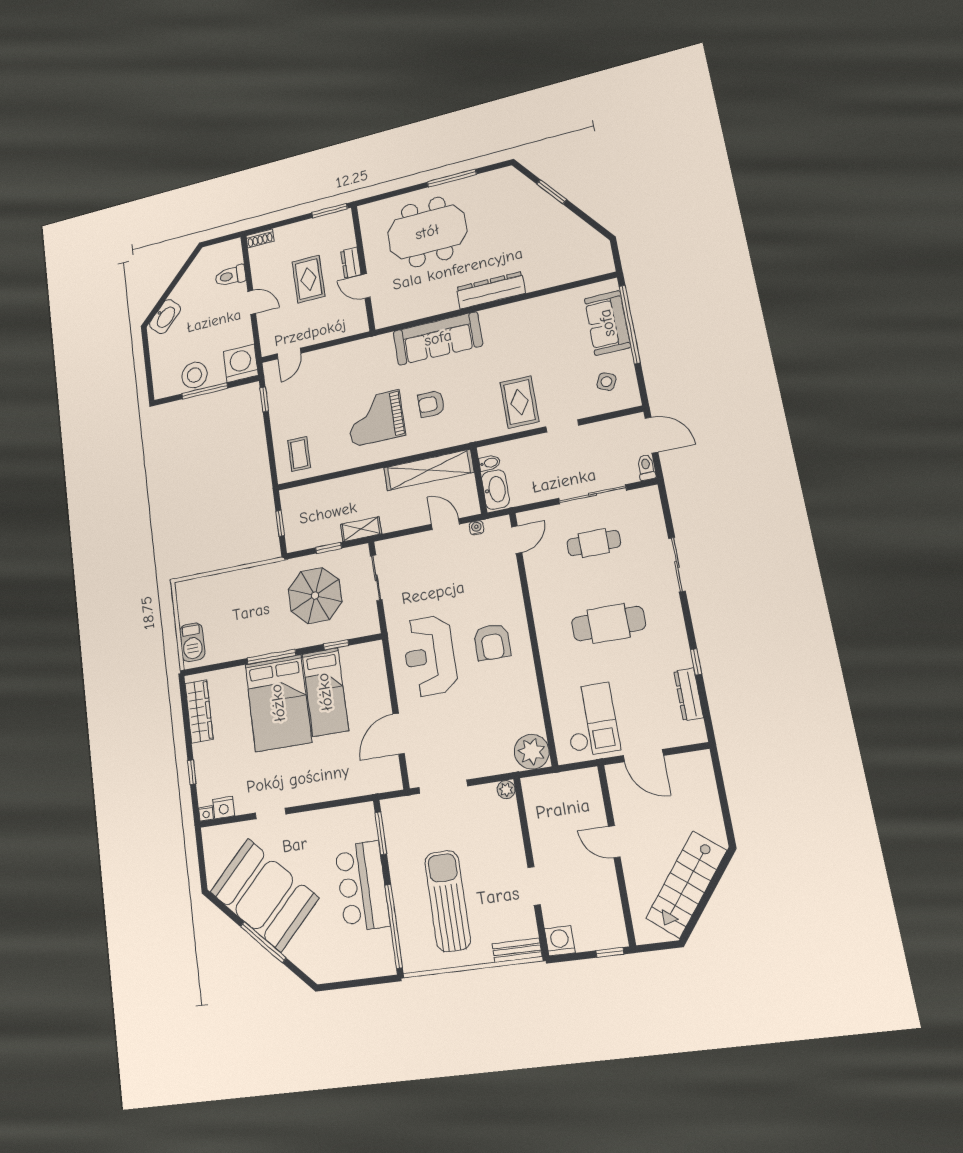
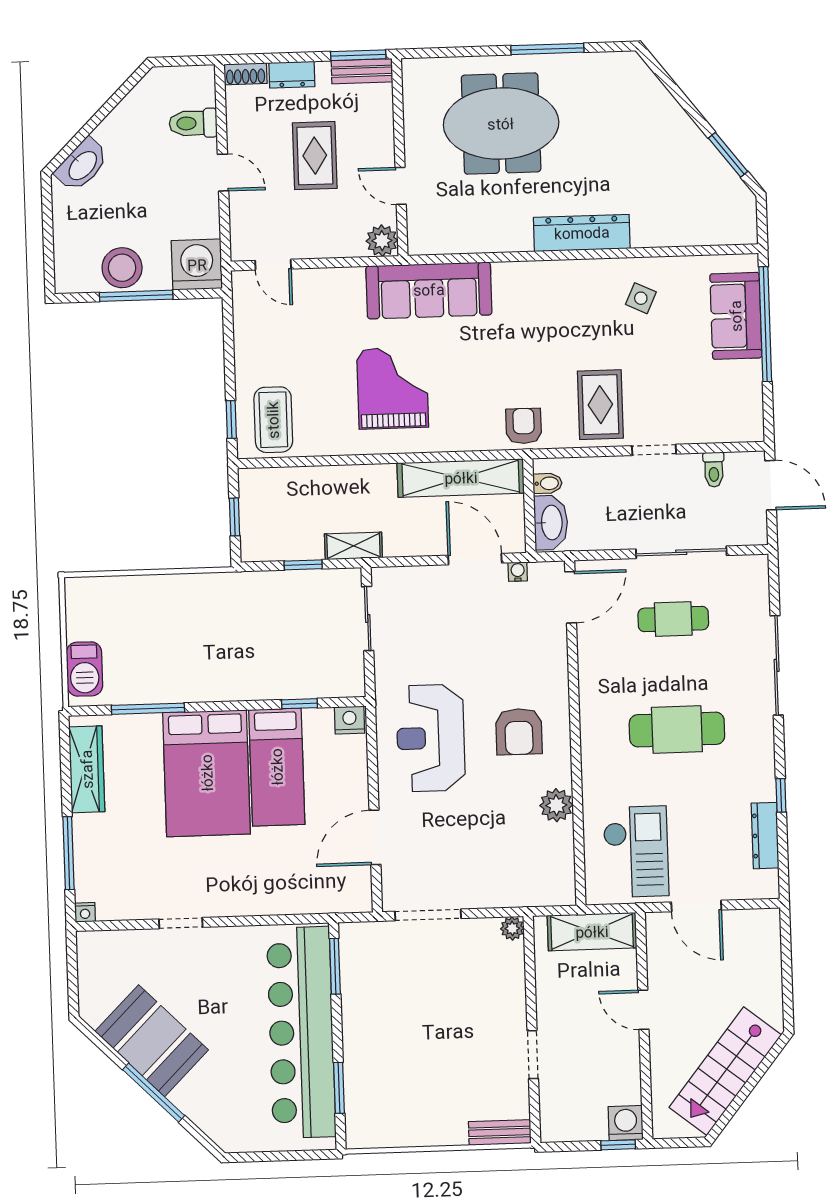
window: (552, 192) -> (728, 155), moved
bench: (333, 220) -> (362, 71), added
dresser: (351, 263) -> (292, 75), moved, turned -90
plant: (358, 323) -> (382, 241), added
sofa: (438, 338) -> (429, 290), moved
door: (289, 354) -> (273, 265), hinge flipped
side table: (606, 382) -> (641, 298), moved
window: (264, 399) -> (231, 419), moved
armchair: (431, 404) -> (524, 426), moved, turned 90
grand piano: (375, 418) -> (393, 388), turned 90
coffee table: (299, 454) -> (273, 420), width x1.36, depth x1.30
toilet: (646, 467) -> (714, 470), moved, turned 180
door: (445, 524) -> (475, 559), width x1.38
door: (517, 540) -> (571, 597), width x1.38
sliding door: (677, 565) -> (777, 665), width x1.37
parasol: (315, 596) -> (276, 630), removed
window: (272, 657) -> (148, 709), moved
plant: (532, 752) -> (556, 805), moved, width x0.73, depth x0.73
window: (192, 772) -> (68, 853), width x2.17
shelving: (566, 785) -> (592, 932), added
nightstand: (224, 808) -> (350, 720), moved, turned 180
bar counter: (362, 886) -> (301, 1032), width x1.86
booth: (264, 895) -> (152, 1041), width x0.73, depth x0.70
sun lounger: (448, 901) -> (416, 1062), removed
window: (394, 926) -> (339, 1088), width x0.47
washing machine: (560, 941) -> (626, 1123), moved

